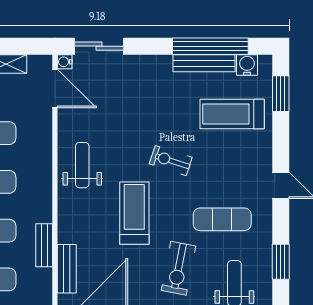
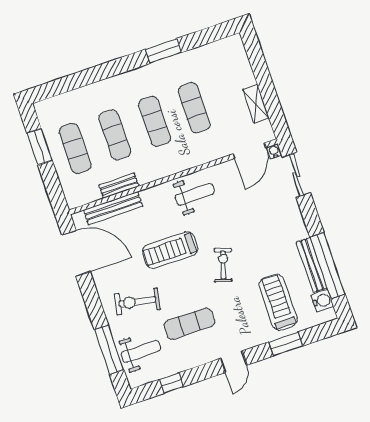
window: (281, 94) -> (286, 344), moved
treadmill: (134, 213) -> (170, 250), turned 180
exercise mat: (222, 219) -> (190, 323), turned 90
window: (281, 262) -> (171, 383), width x0.67
bench: (67, 269) -> (113, 208), width x1.36

